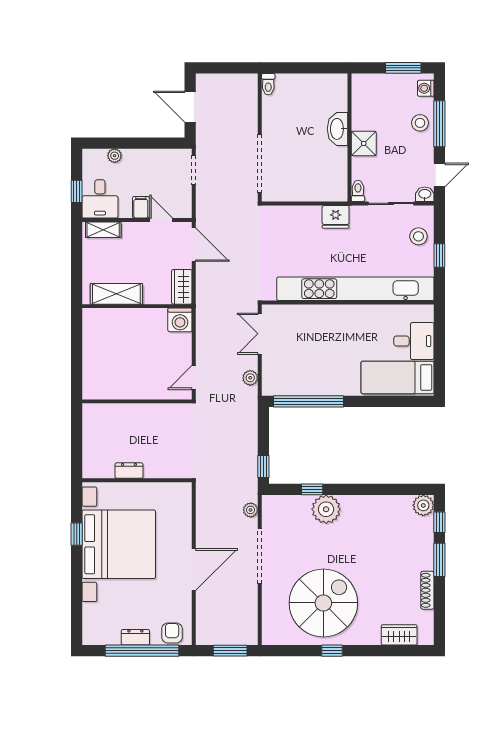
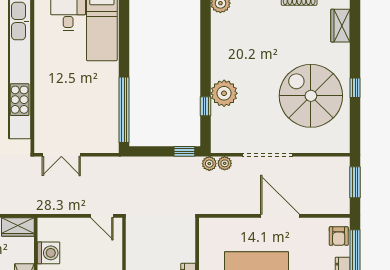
washing machine: (180, 320) -> (49, 253), moved
plant: (250, 378) -> (209, 164), moved
armchair: (172, 633) -> (339, 236), turned -90

